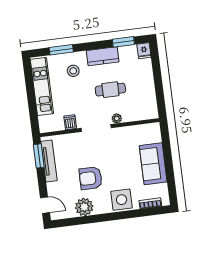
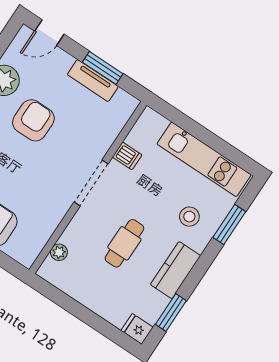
plant: (117, 118) -> (59, 252), moved
window: (39, 156) -> (103, 68), moved
tv unit: (49, 161) -> (93, 81), width x0.71

